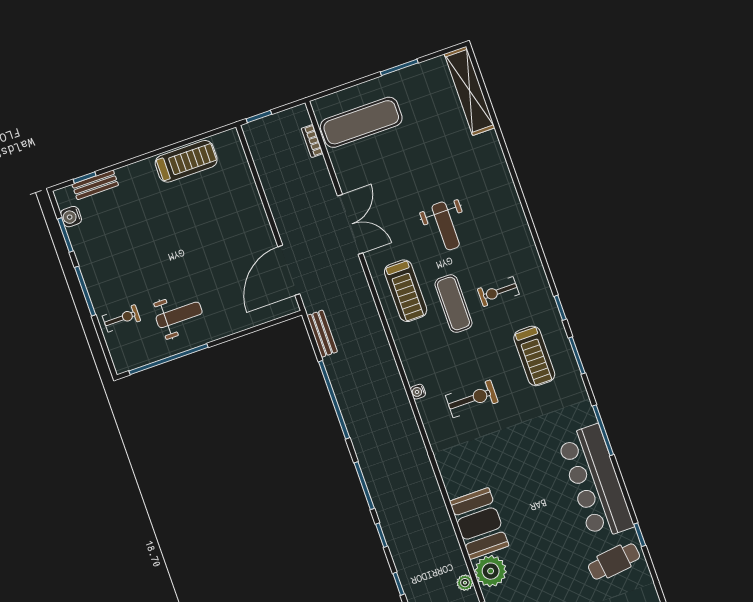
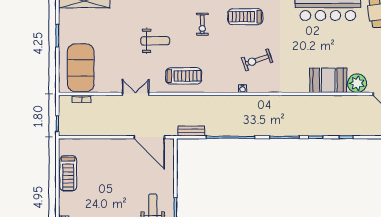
exercise mat: (361, 122) -> (81, 68), width x1.47
treadmill: (186, 161) -> (68, 173), turned 180
double door: (350, 224) -> (136, 94), width x0.73
exercise mat: (453, 304) -> (200, 52), removed
treadmill: (534, 356) -> (245, 17), turned 180
exercise bike: (472, 399) -> (257, 60), turned -109
plant: (465, 583) -> (359, 100), removed

